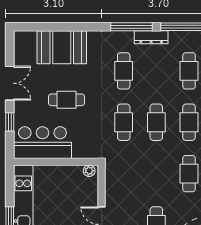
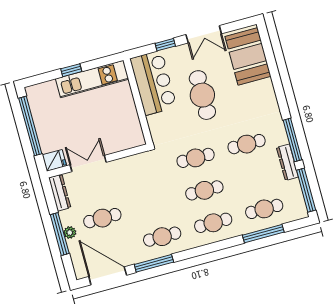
booth: (62, 47) -> (248, 56), moved
cafe table: (66, 100) -> (202, 95), width x1.37, depth x1.35
plant: (89, 171) -> (138, 137), removed

